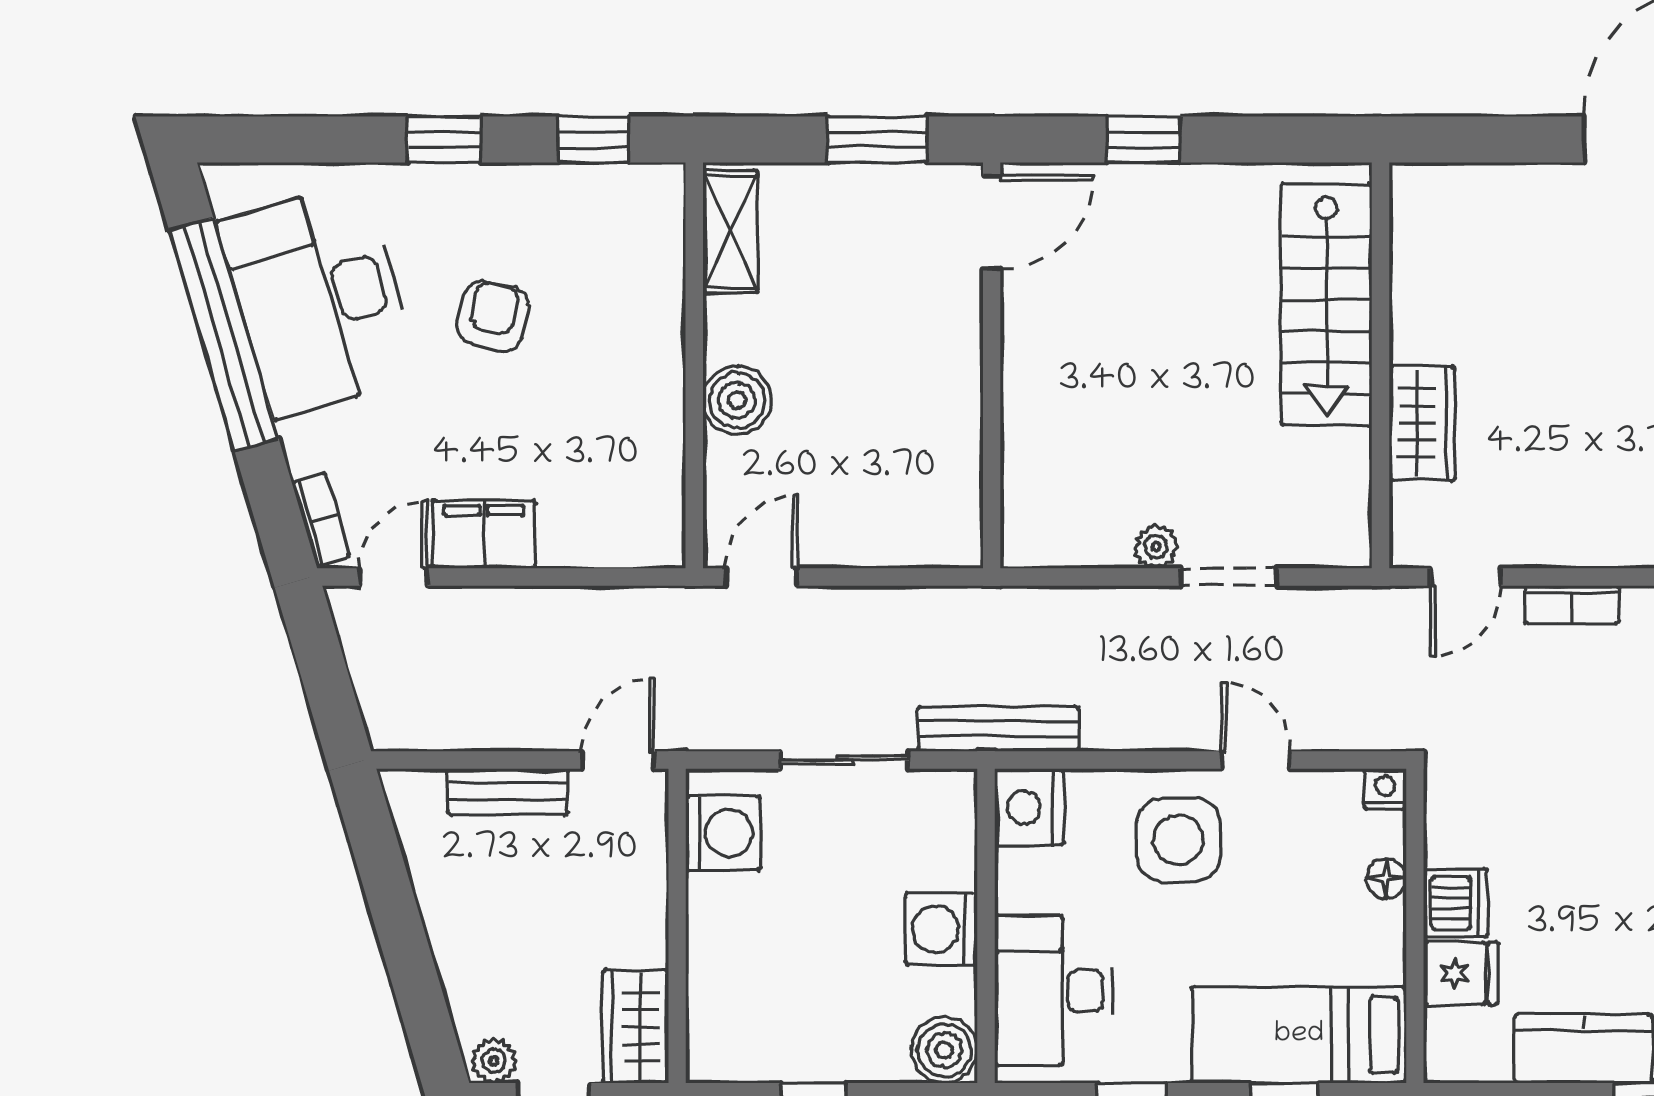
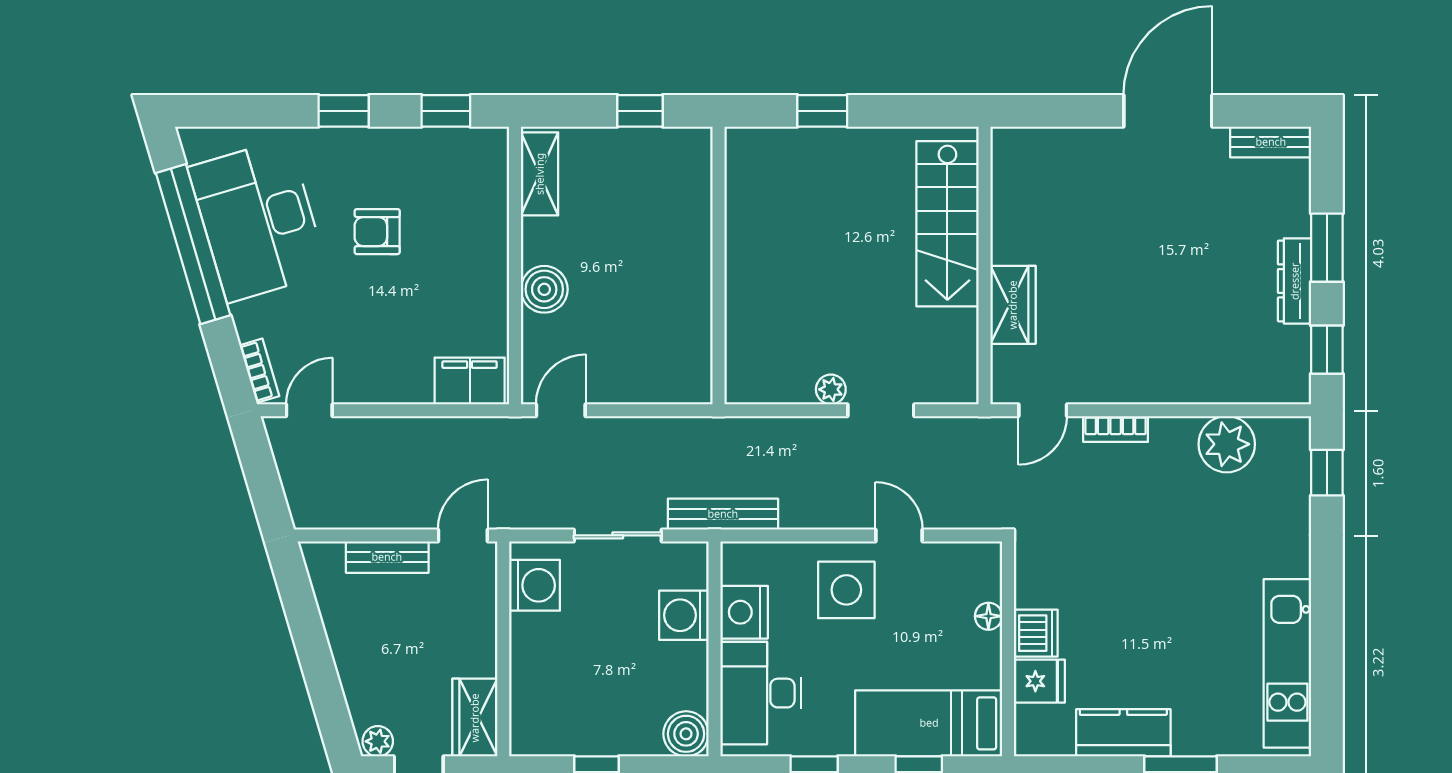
window: (877, 140) -> (640, 111), width x0.67
door: (992, 222) -> (718, 168), removed
armchair: (493, 316) -> (377, 232), turned -103
filing cabinet: (484, 534) -> (470, 381), moved
nightstand: (1385, 789) -> (988, 555), removed
nightstand: (1029, 807) -> (744, 612), moved
washing machine: (941, 929) -> (684, 615), moved

